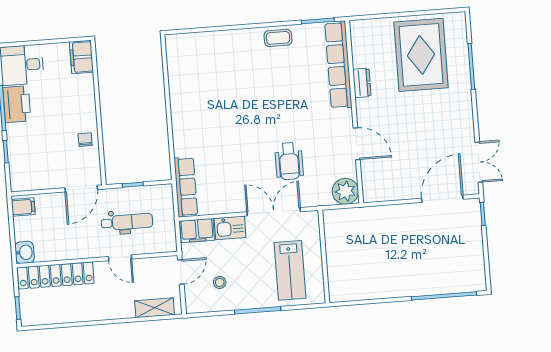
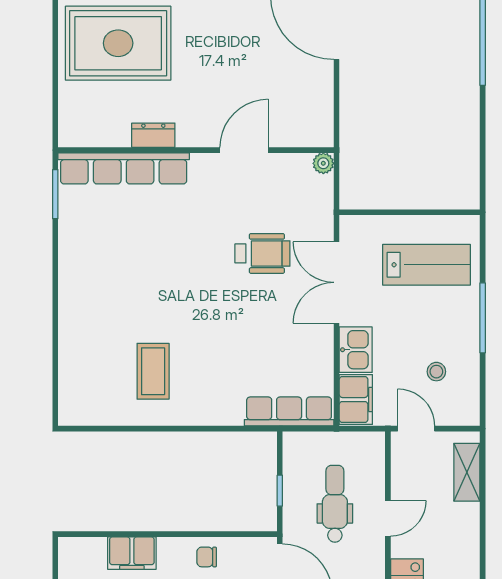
coffee table: (278, 38) -> (153, 371), moved, width x1.36, depth x1.30
filing cabinet: (81, 57) -> (132, 553), moved
plant: (345, 191) -> (323, 163), width x0.53, depth x0.53

